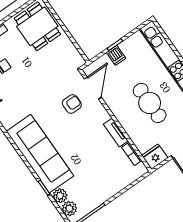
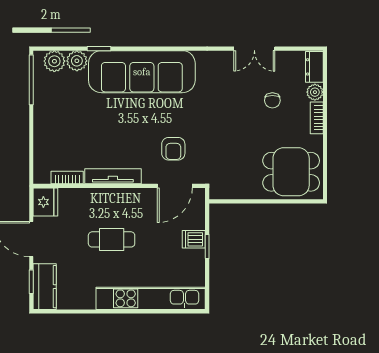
door: (93, 88) -> (175, 186), hinge flipped
cafe table: (150, 103) -> (112, 239), width x0.73, depth x0.74
tv unit: (116, 133) -> (113, 176), width x1.41

